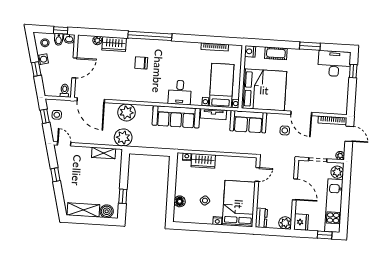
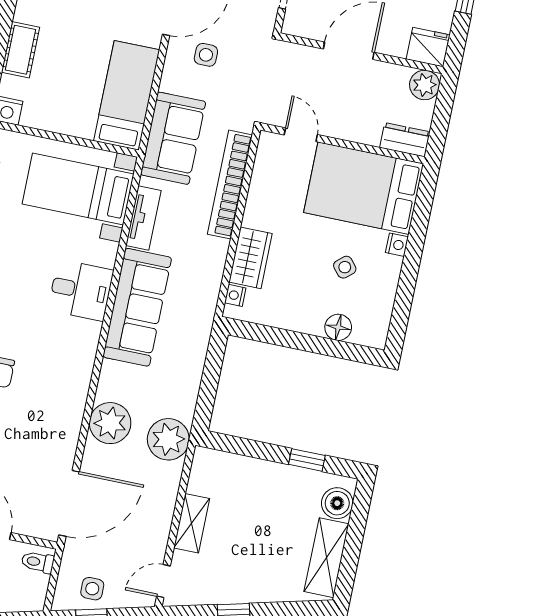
bed: (264, 90) -> (127, 95), width x0.49
bookcase: (232, 148) -> (230, 185), added
shelving: (104, 153) -> (192, 523), moved

